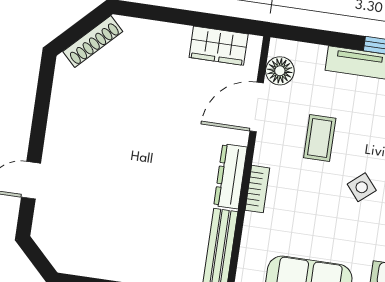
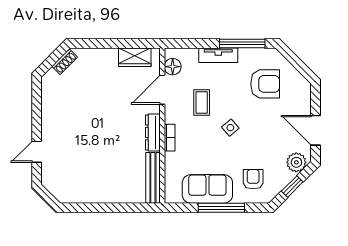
shoe rack: (93, 42) -> (65, 62), width x0.70

